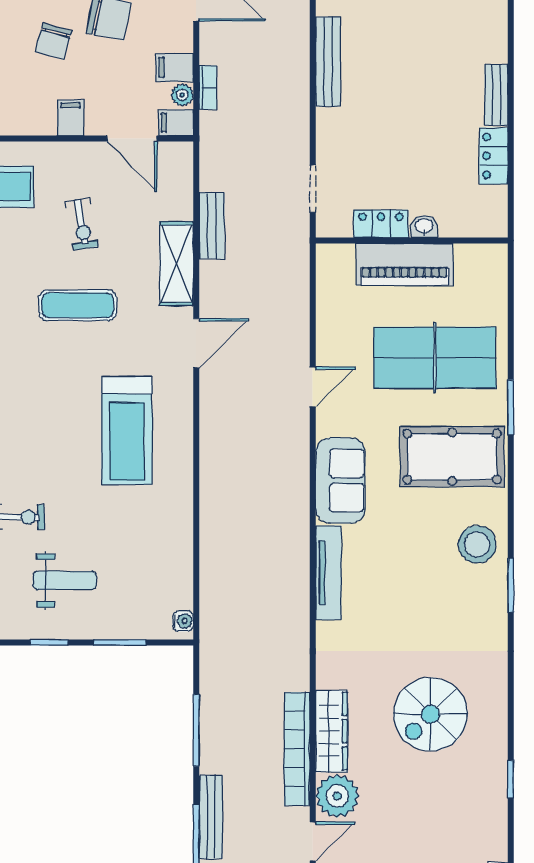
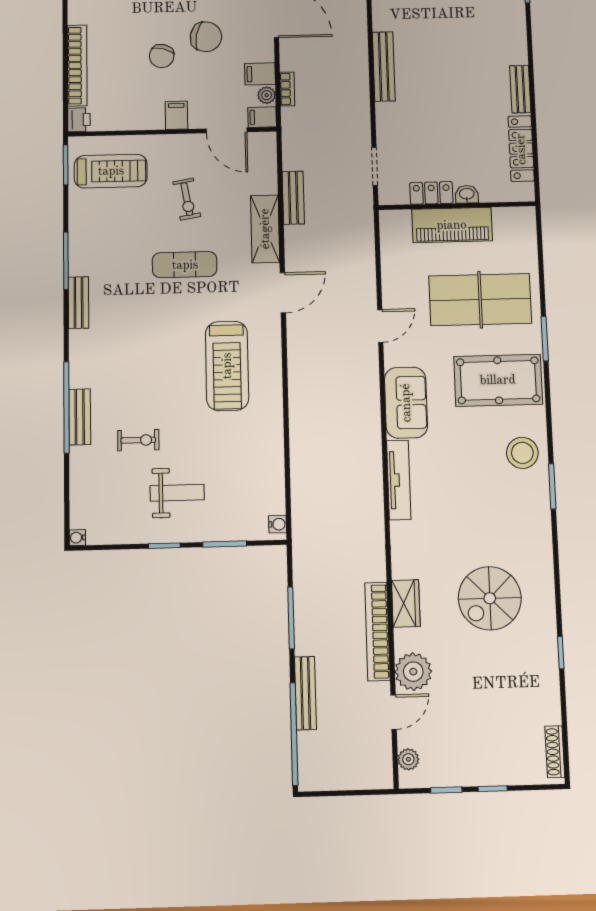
locker: (494, 156) -> (521, 149), width x1.53
wardrobe: (331, 731) -> (406, 603), width x0.67

